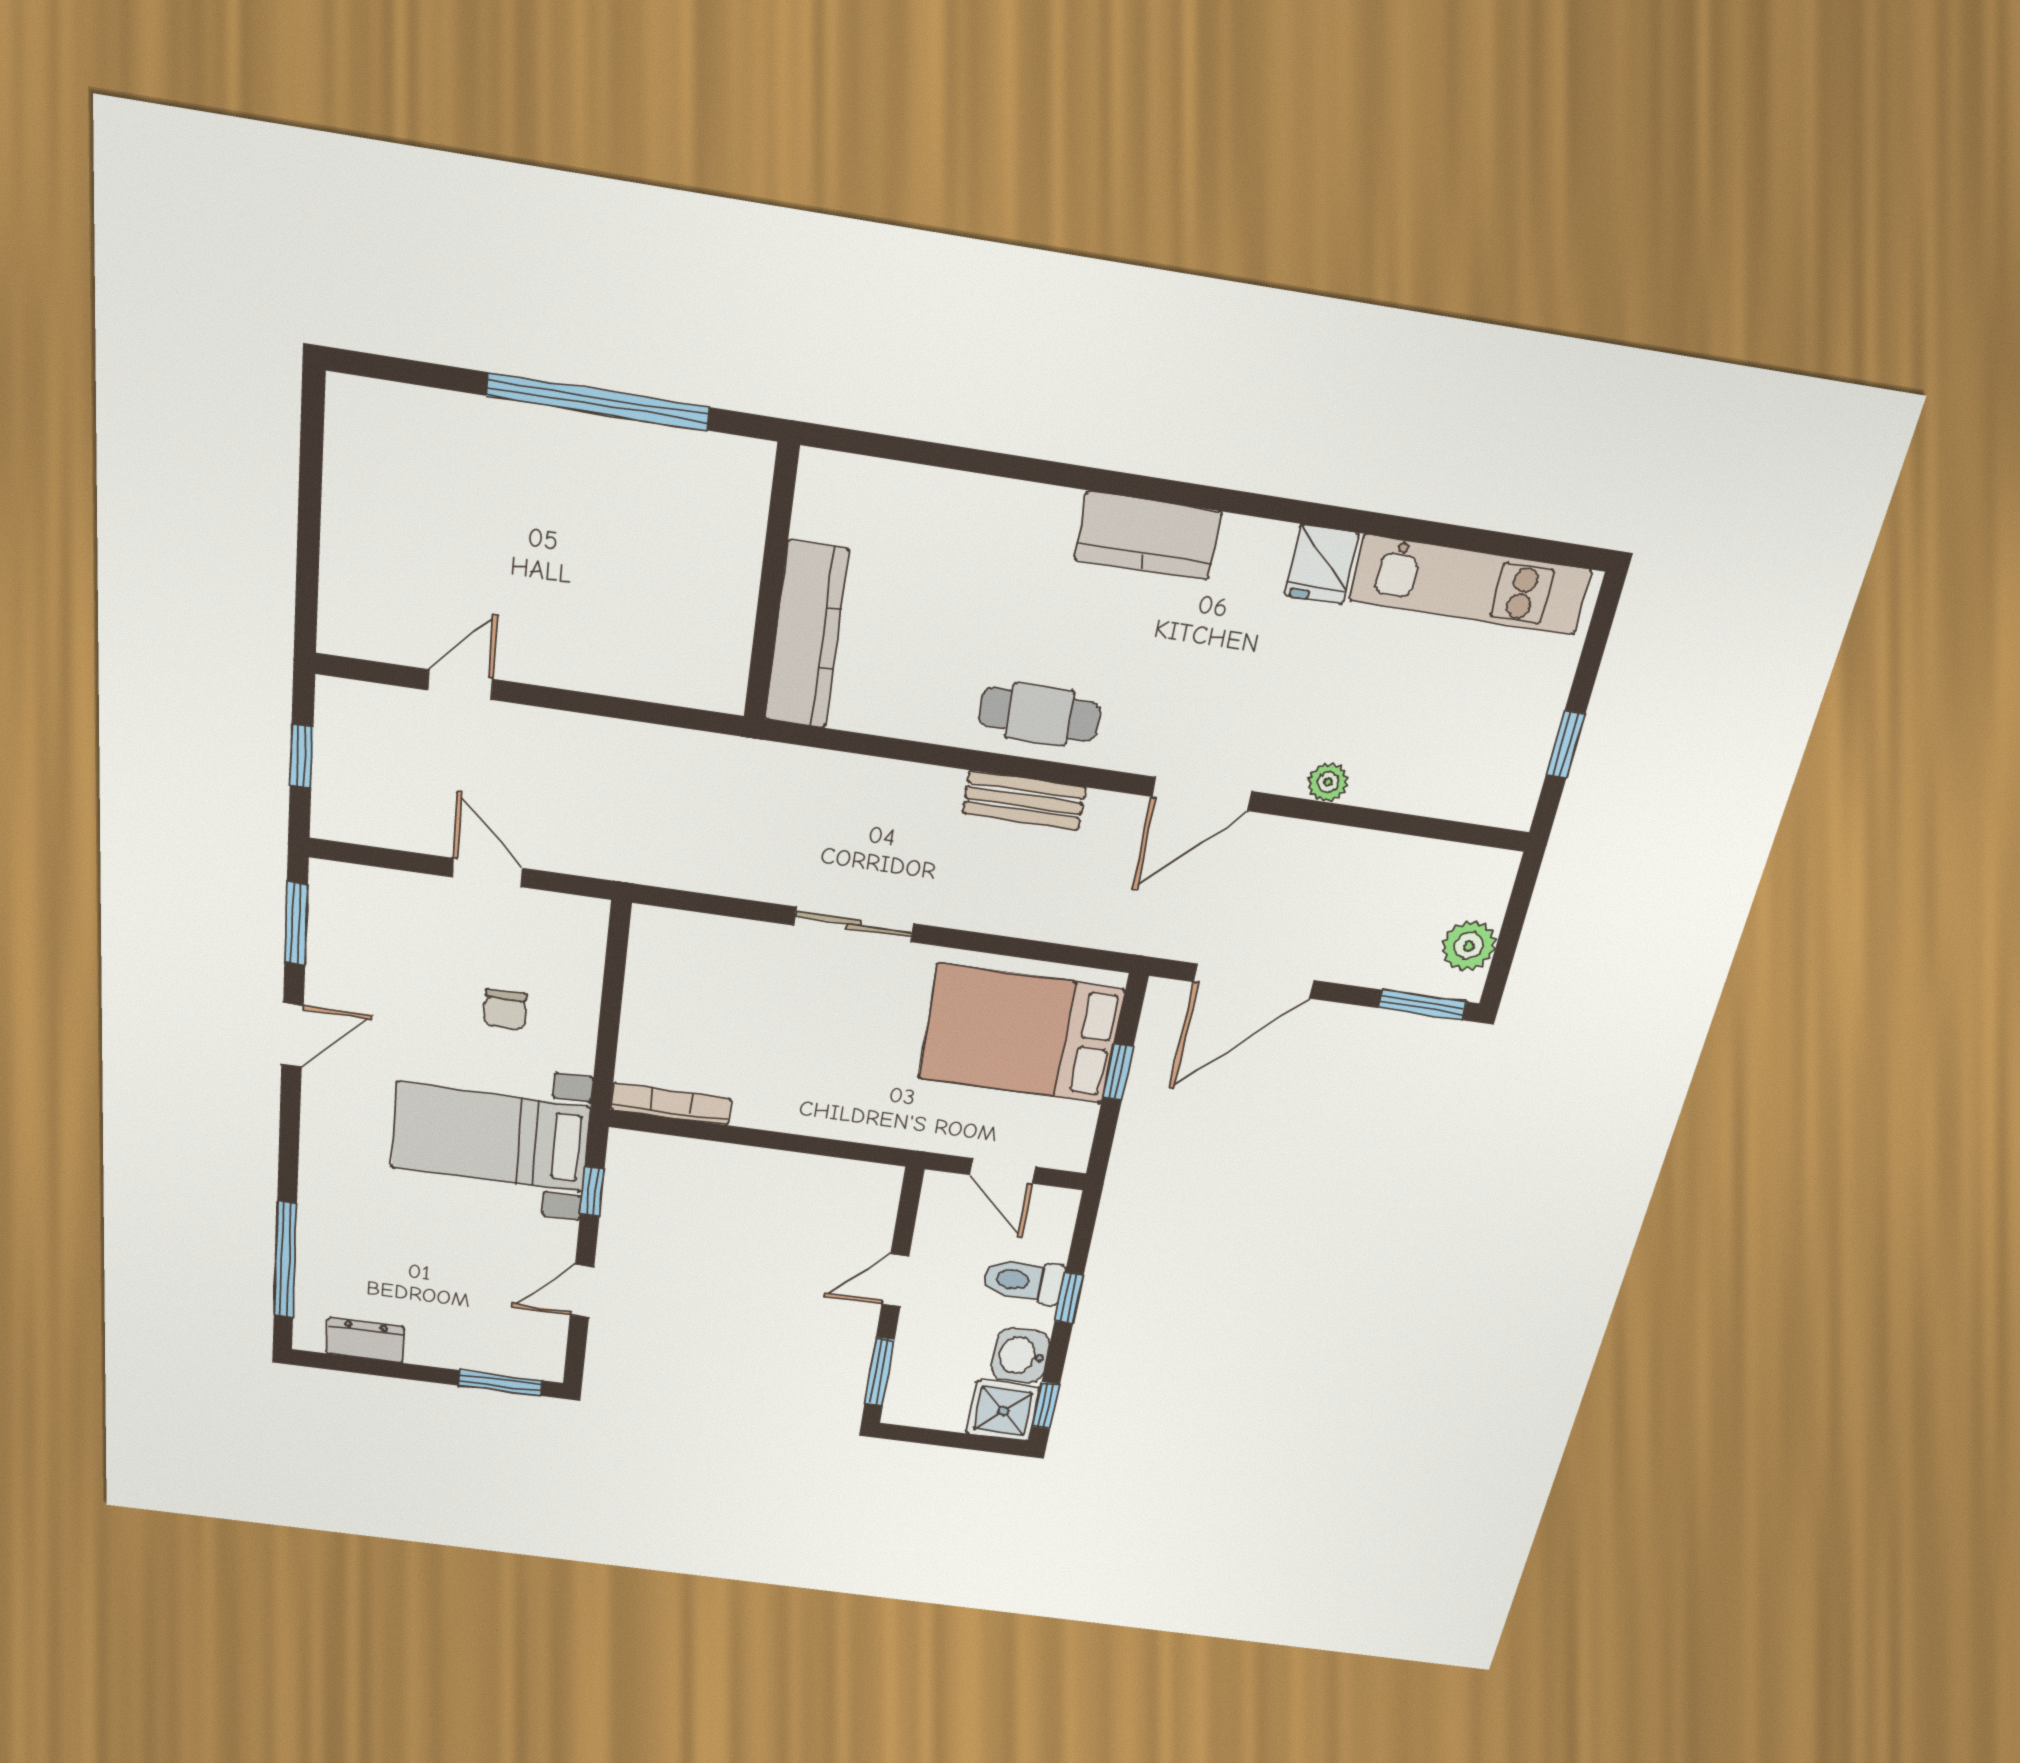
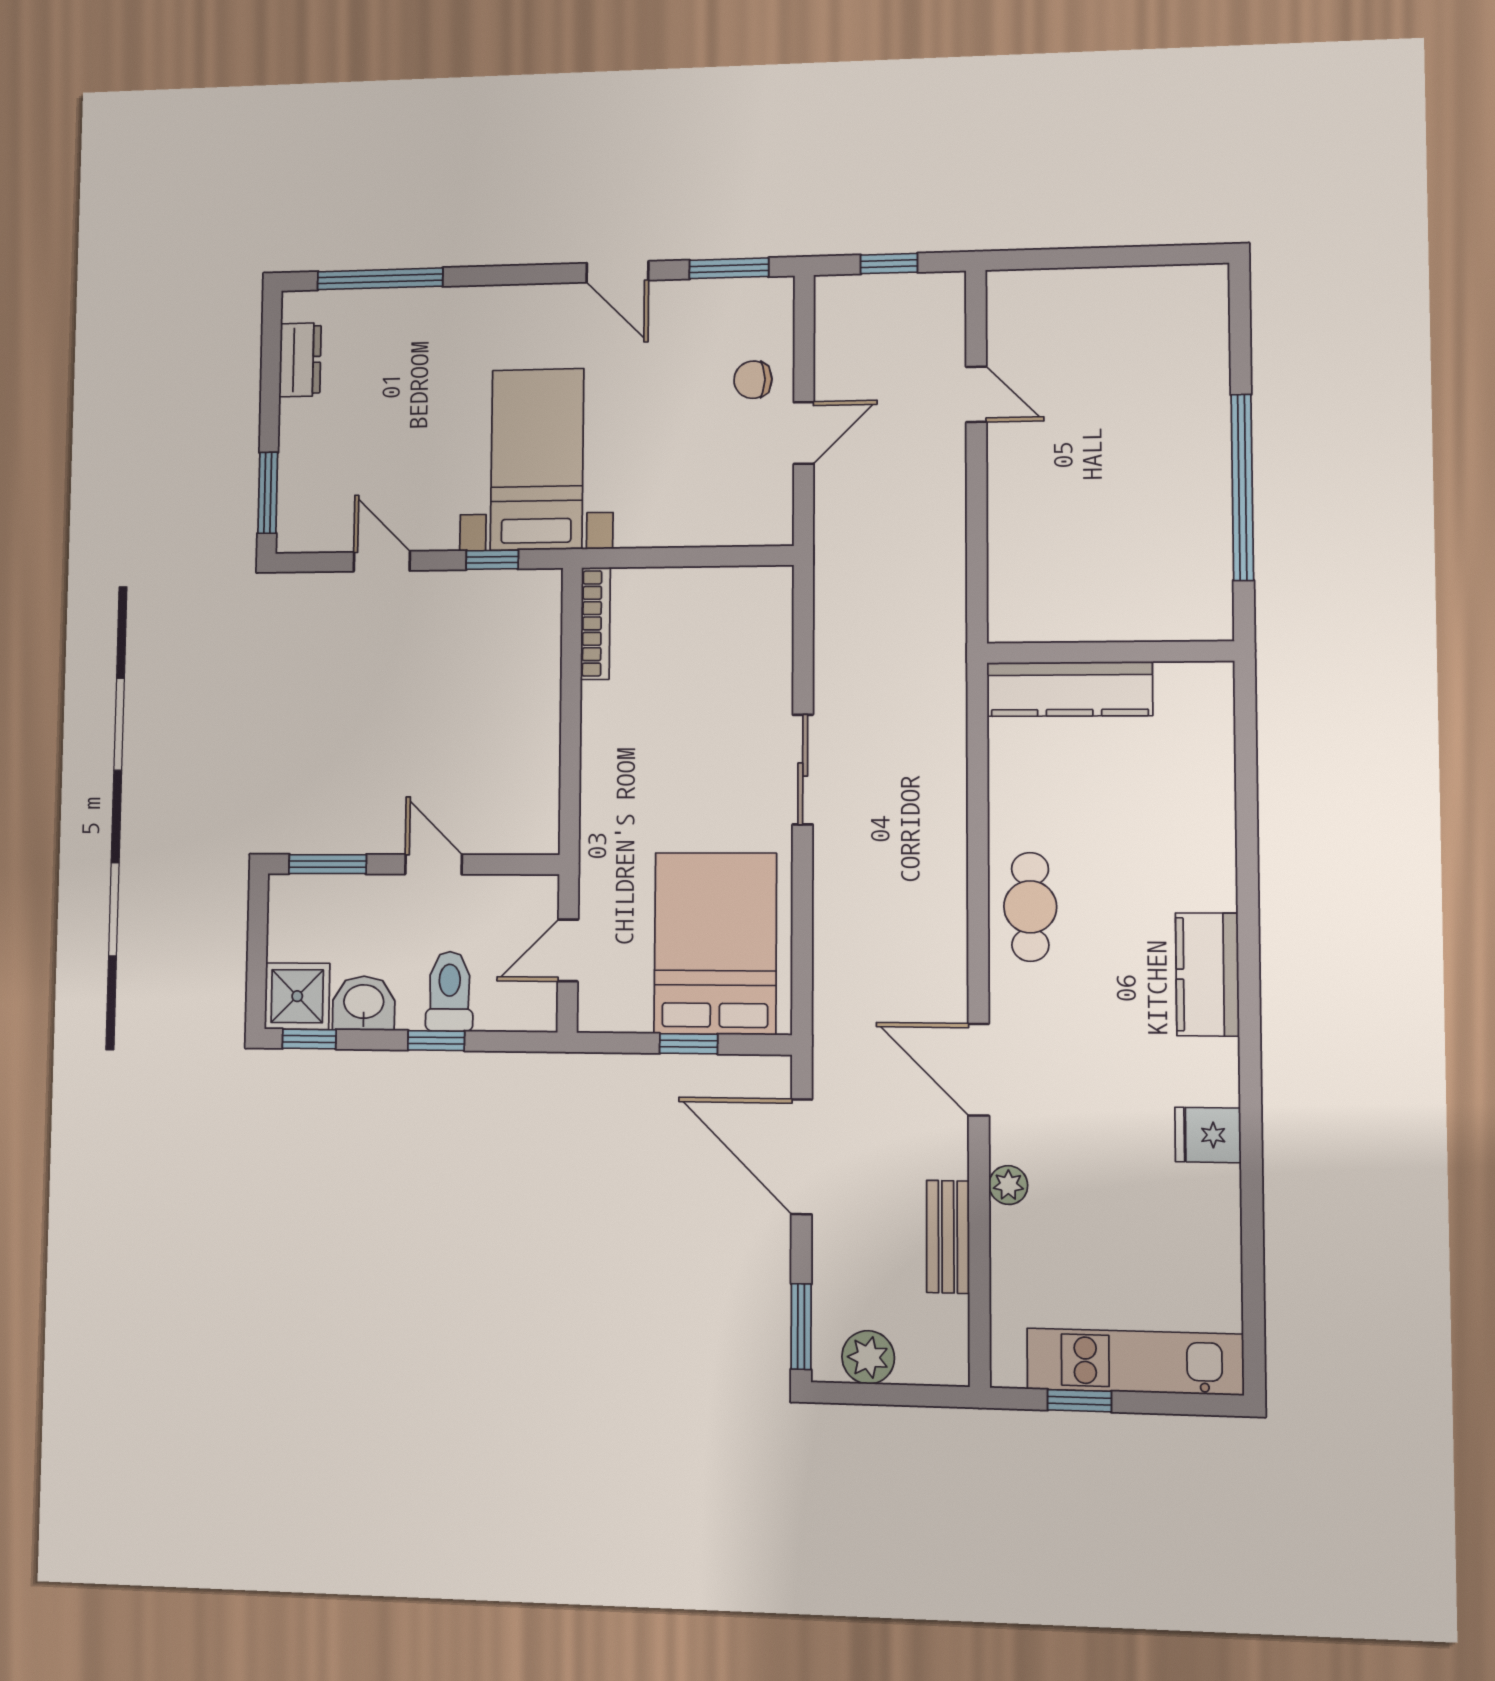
kitchen unit: (1470, 585) -> (1135, 1362), moved, turned 90
bench: (1024, 800) -> (948, 1237), moved
chair: (505, 1010) -> (753, 380), moved

